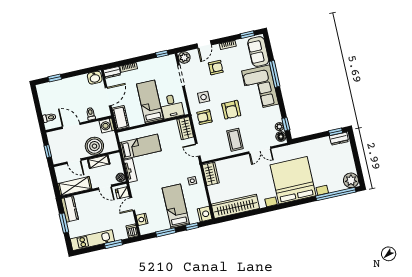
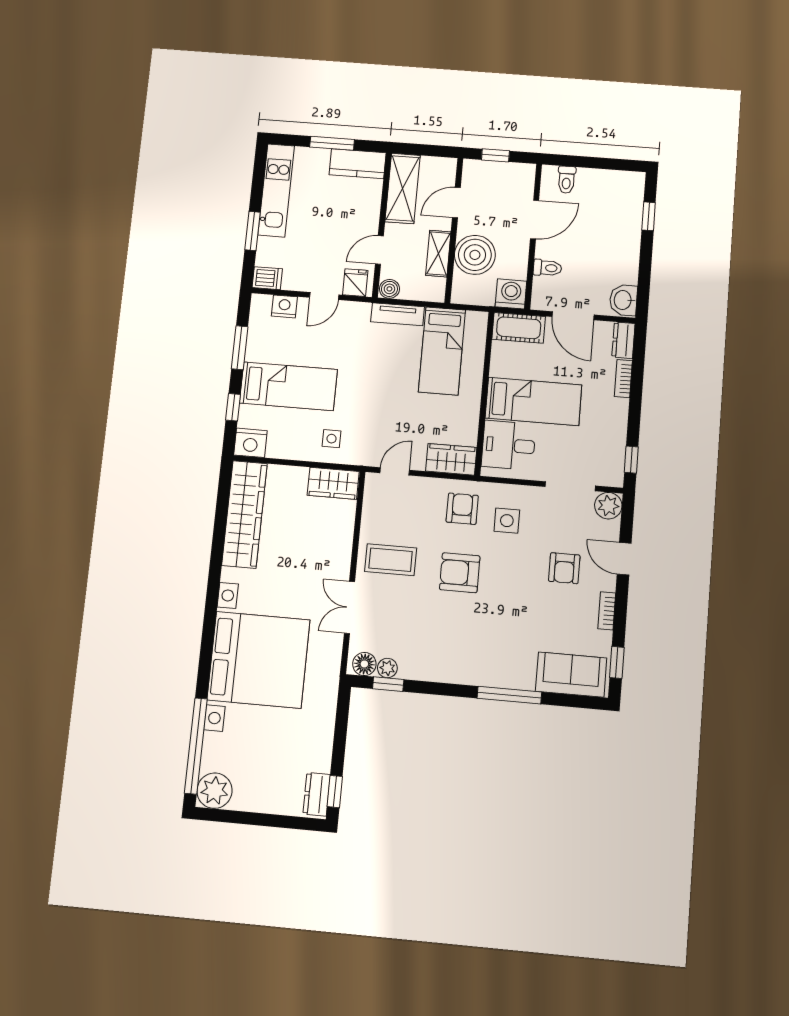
corner sofa: (260, 87) -> (489, 653), removed
door: (132, 204) -> (324, 296), swing flipped

